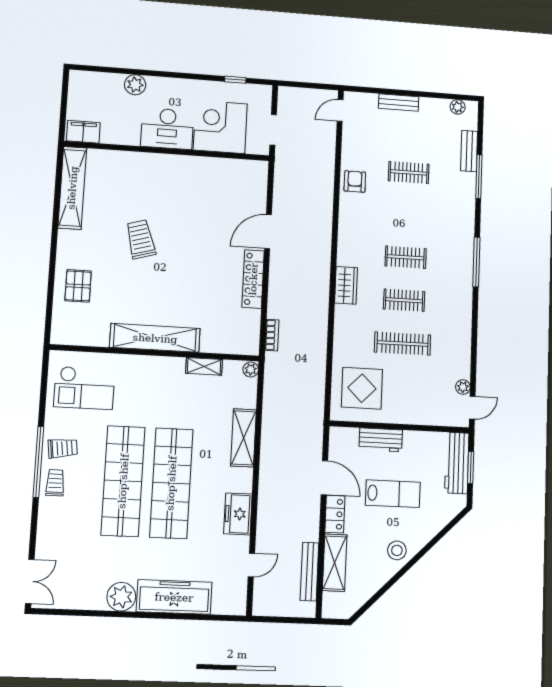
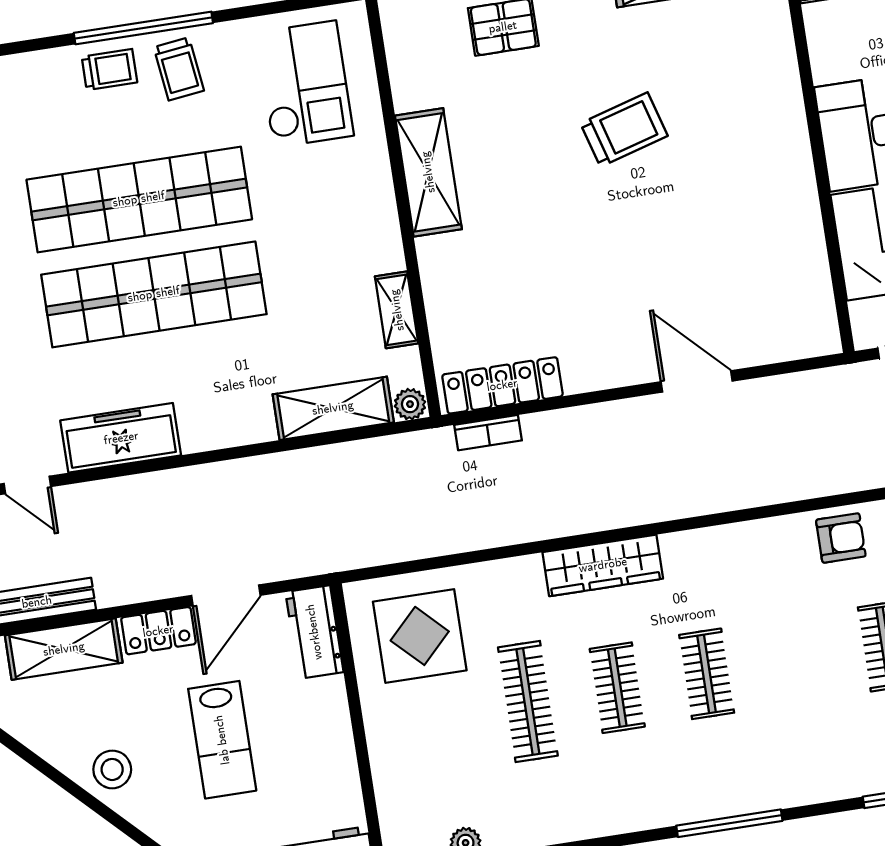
locker: (253, 279) -> (502, 385), moved
wardrobe: (346, 285) -> (603, 565), width x1.50
shelving: (155, 338) -> (428, 172), width x0.68
checkout: (84, 388) -> (305, 84), turned 180
shelving: (243, 438) -> (333, 408), moved
workbench: (381, 440) -> (314, 632), moved
freezer: (238, 514) -> (121, 438), width x1.40

